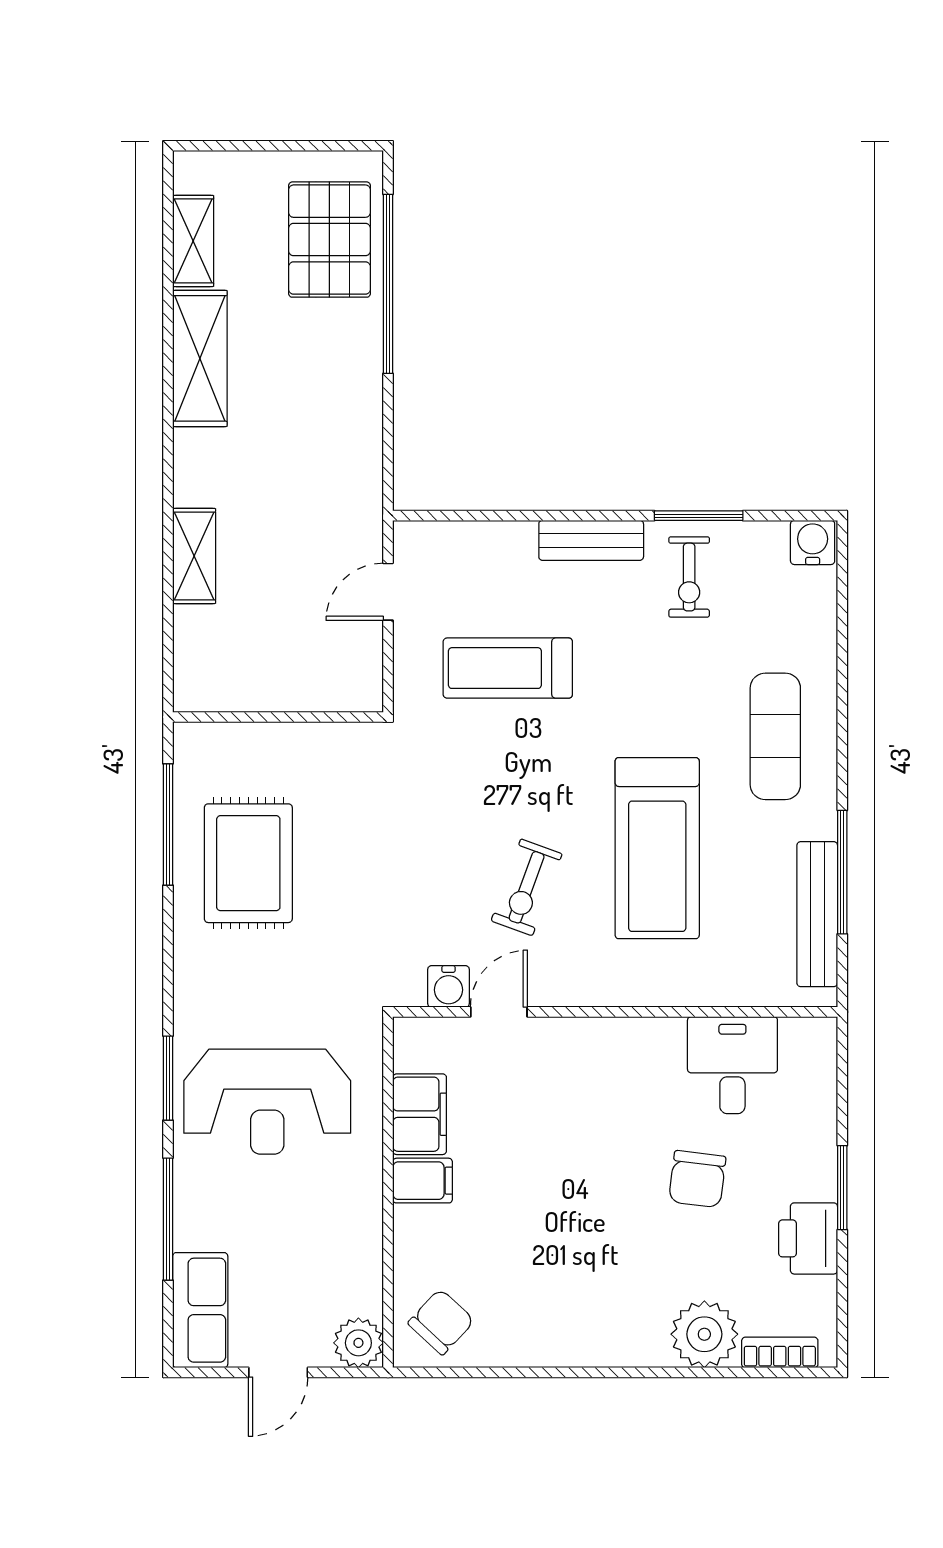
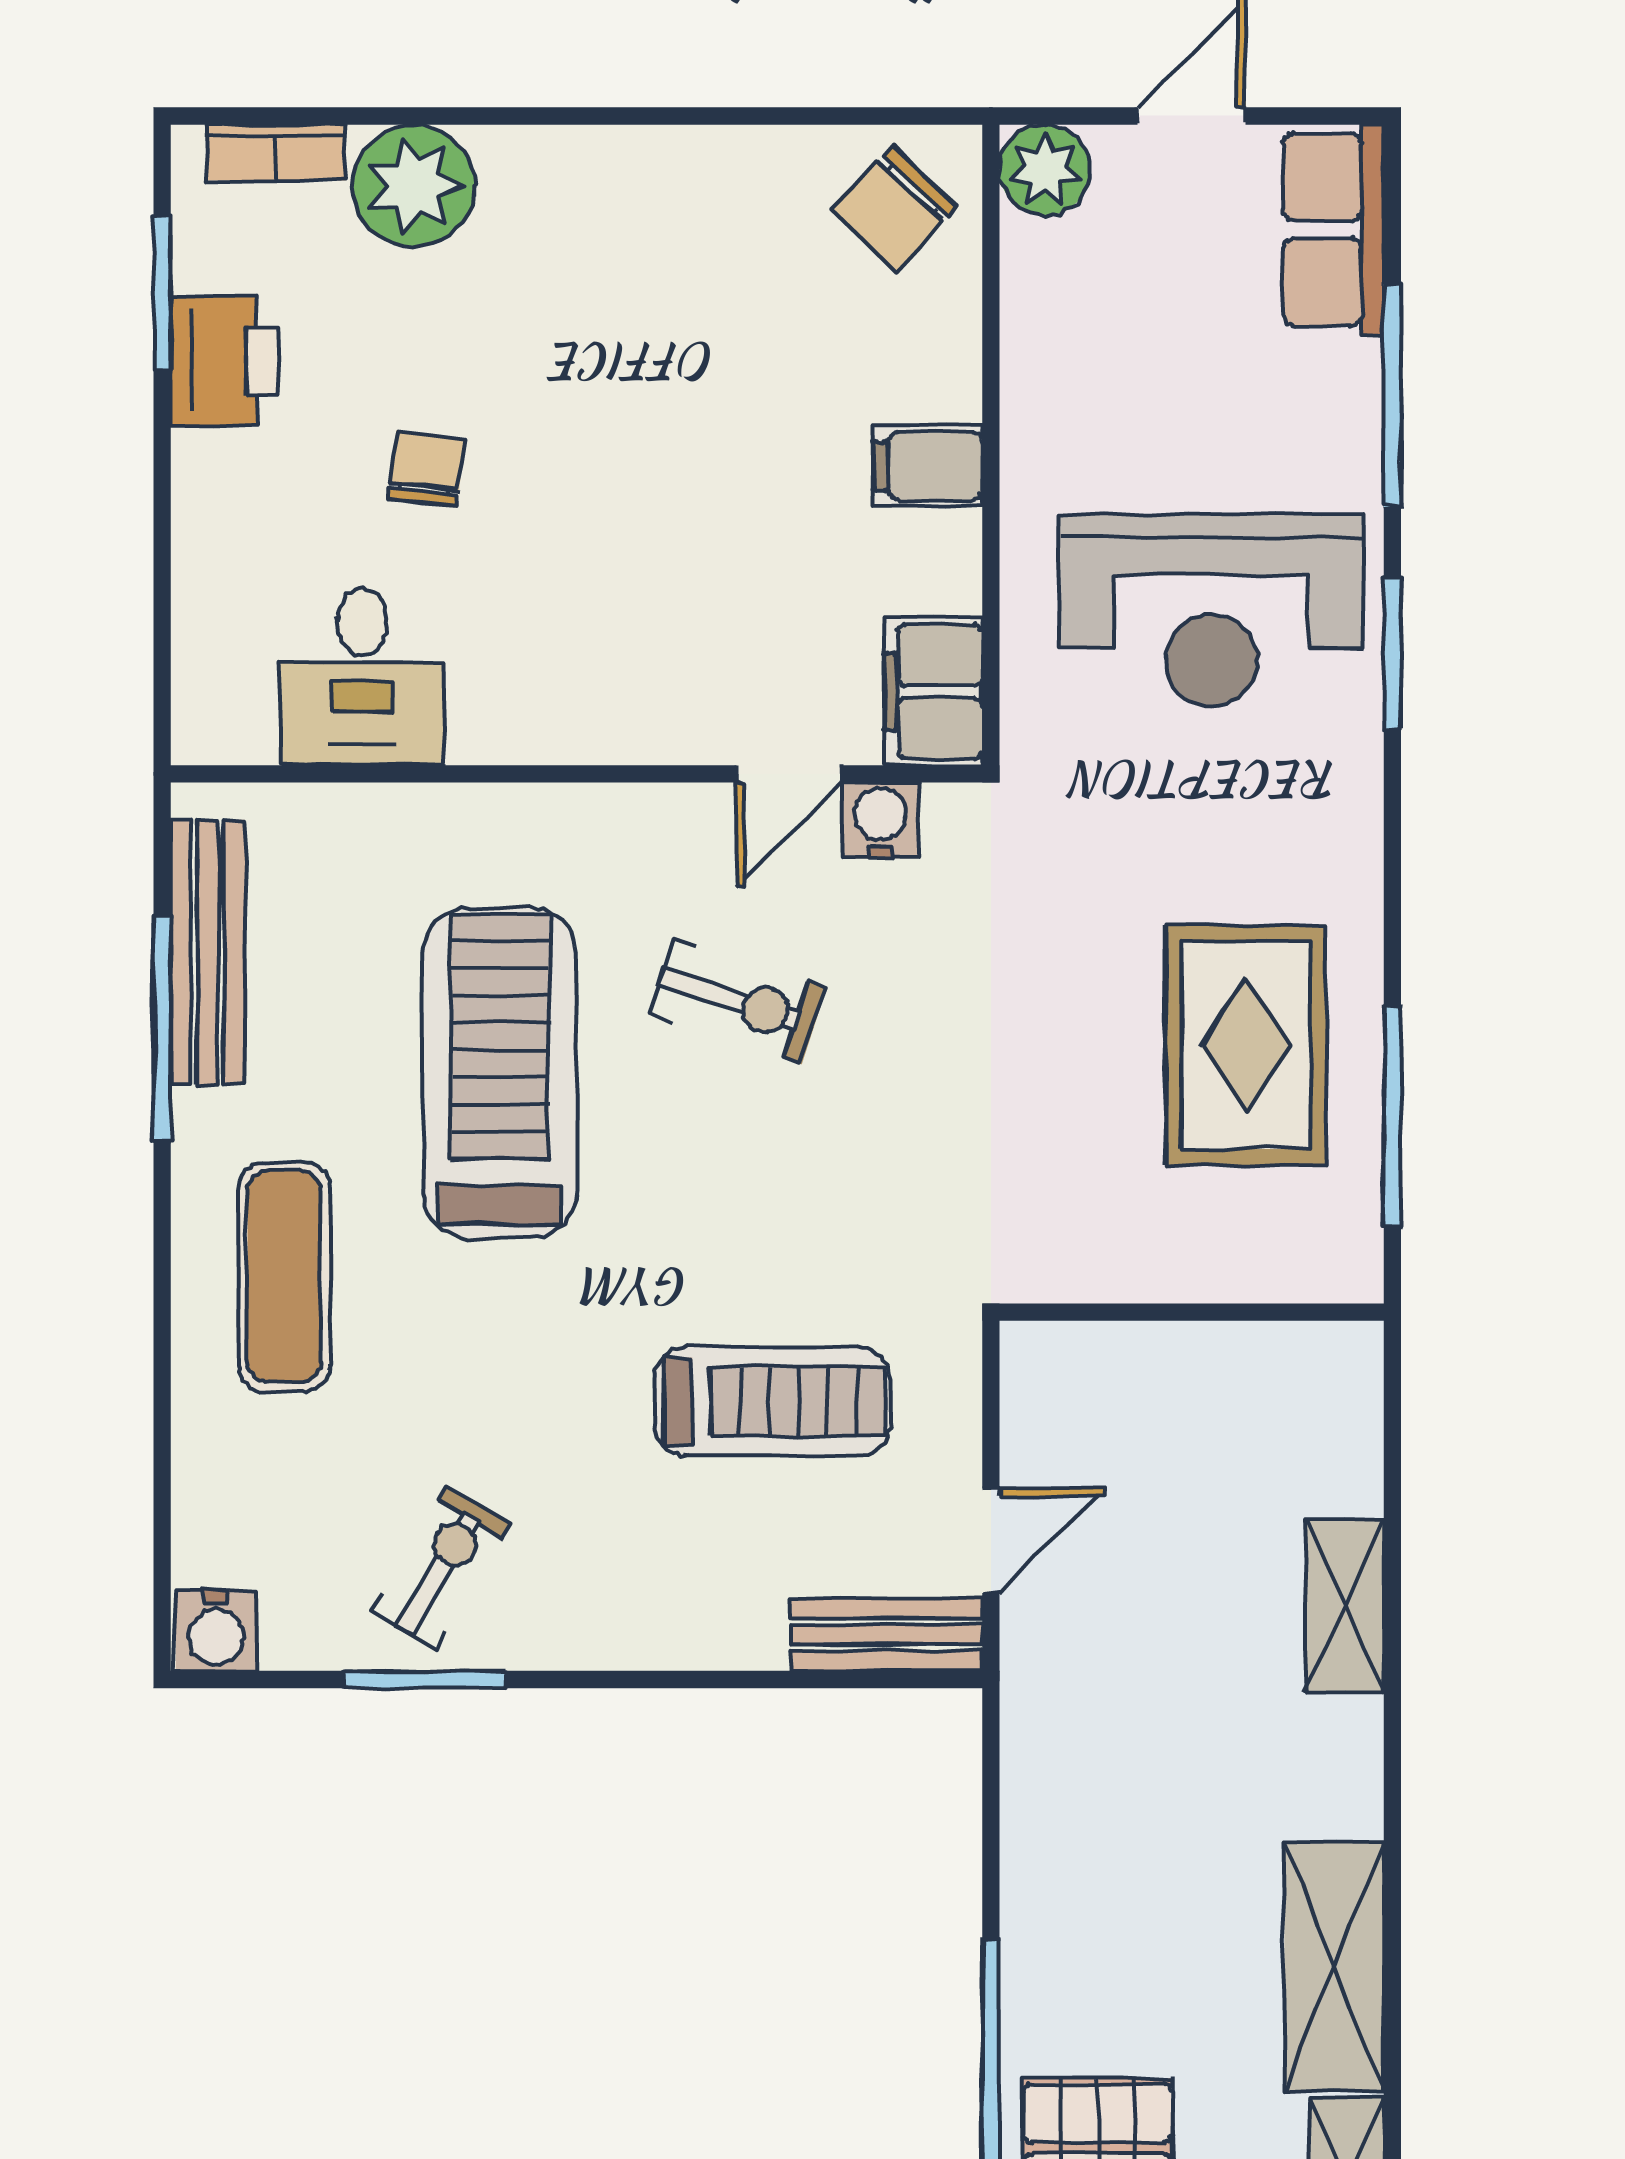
bench: (591, 540) -> (887, 1634), moved
exercise bike: (689, 577) -> (441, 1567), turned 31
exercise bike: (527, 887) -> (738, 1001), turned 88
reception desk: (267, 1102) -> (1211, 610), turned 180
filing cabinet: (420, 1114) -> (933, 692), moved
chair: (697, 1179) -> (427, 469), width x0.73, depth x0.73
window: (842, 1188) -> (162, 294), moved

